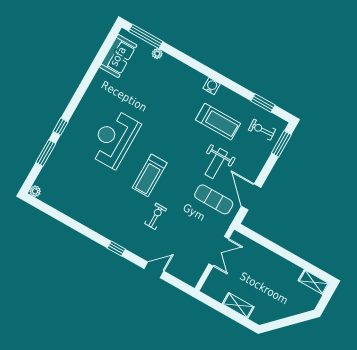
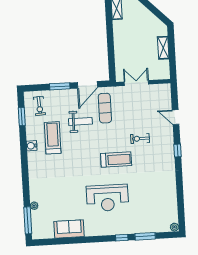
sofa: (118, 56) -> (69, 229), moved
water cooler: (212, 86) -> (32, 146), moved
window: (281, 144) -> (60, 86), moved

